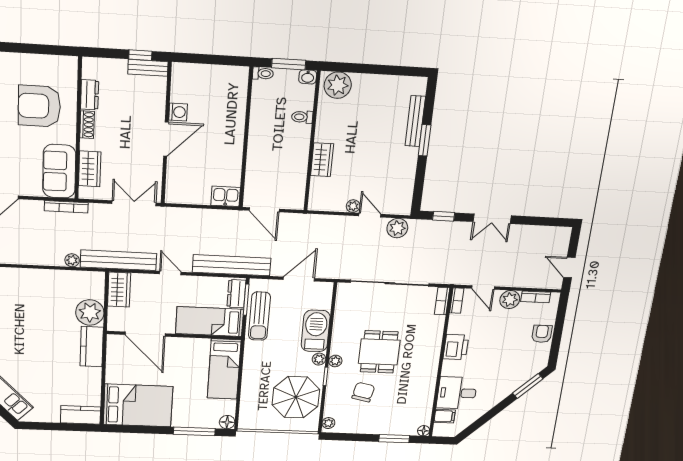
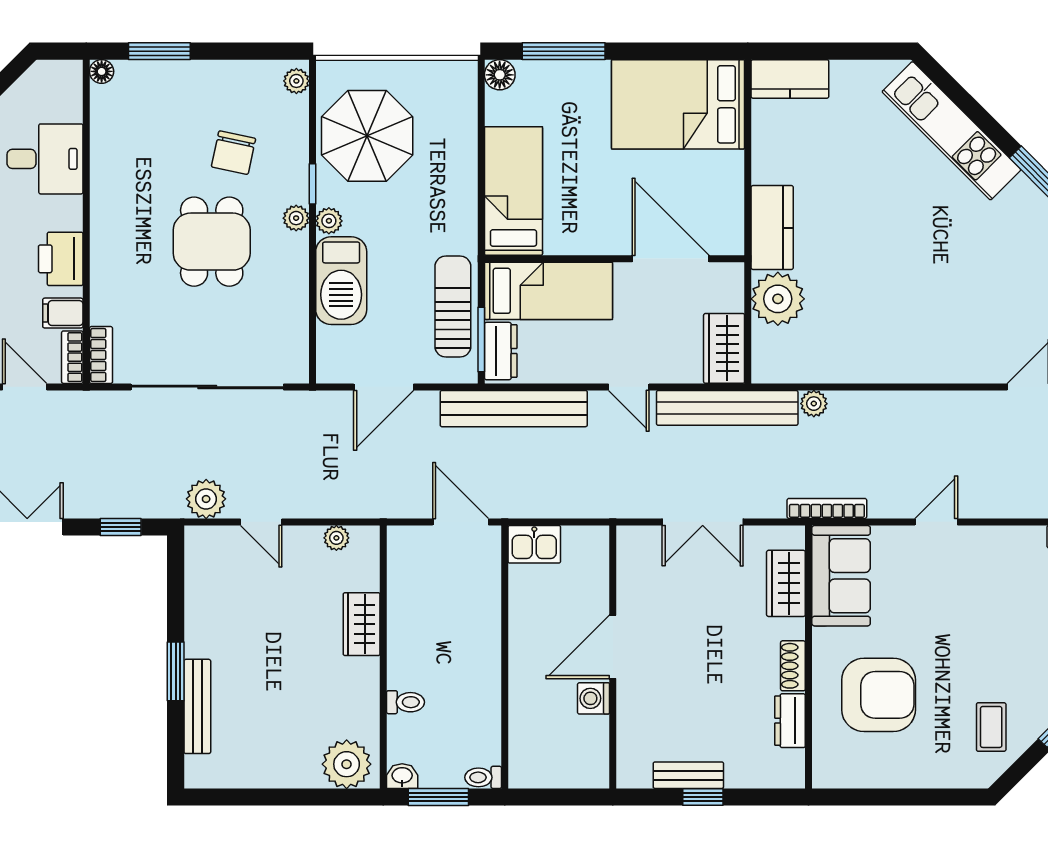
washing machine: (178, 112) -> (594, 698), moved
wall: (166, 134) -> (613, 657), moved
door: (166, 139) -> (613, 647), moved
plant: (353, 206) -> (336, 538), moved
filing cabinet: (445, 416) -> (63, 313), moved

